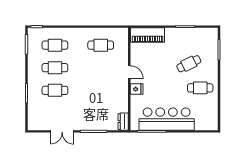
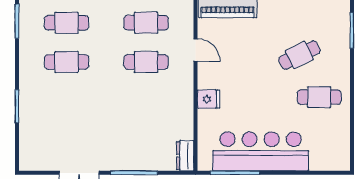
door: (129, 72) -> (196, 50), moved
cafe table: (55, 90) -> (146, 62), moved

